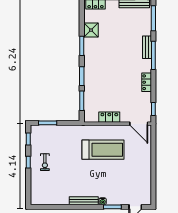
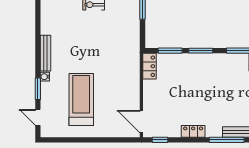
locker: (109, 117) -> (150, 66), moved
door: (139, 124) -> (141, 122), hinge flipped
treadmill: (103, 150) -> (81, 99), moved, turned 180

